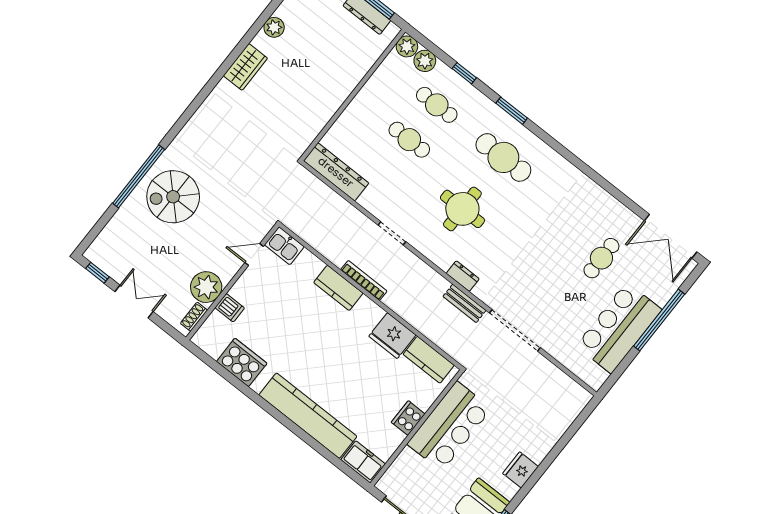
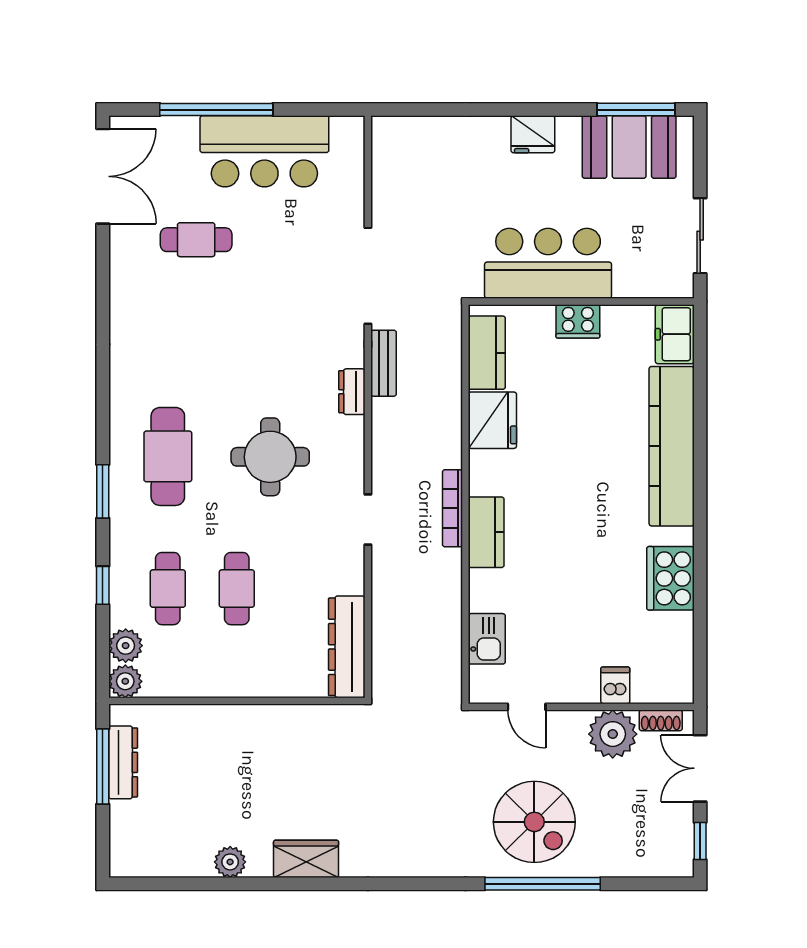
door: (254, 255) -> (527, 707), moved
wall: (232, 282) -> (581, 707), moved
plant: (206, 287) -> (613, 734), moved
dishwasher: (230, 308) -> (615, 685), moved
shoe rack: (194, 317) -> (661, 720), moved

